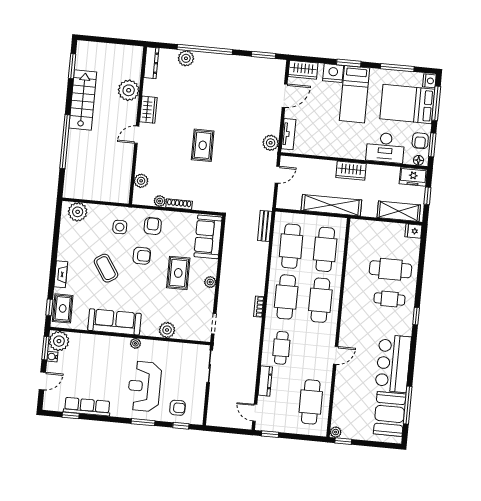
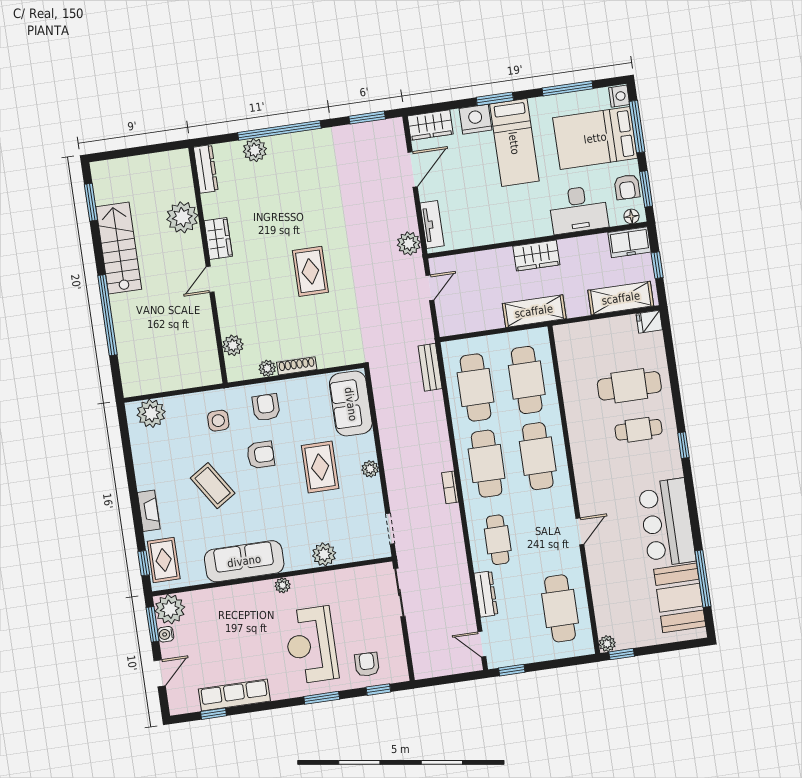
shelving: (331, 205) -> (534, 311), width x0.68
armchair: (177, 408) -> (367, 664), turned -89

